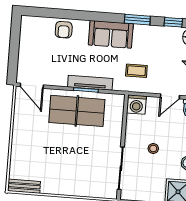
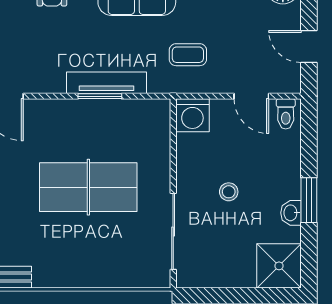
door: (170, 96) -> (251, 96), hinge flipped
table tennis table: (77, 111) -> (88, 187), moved

